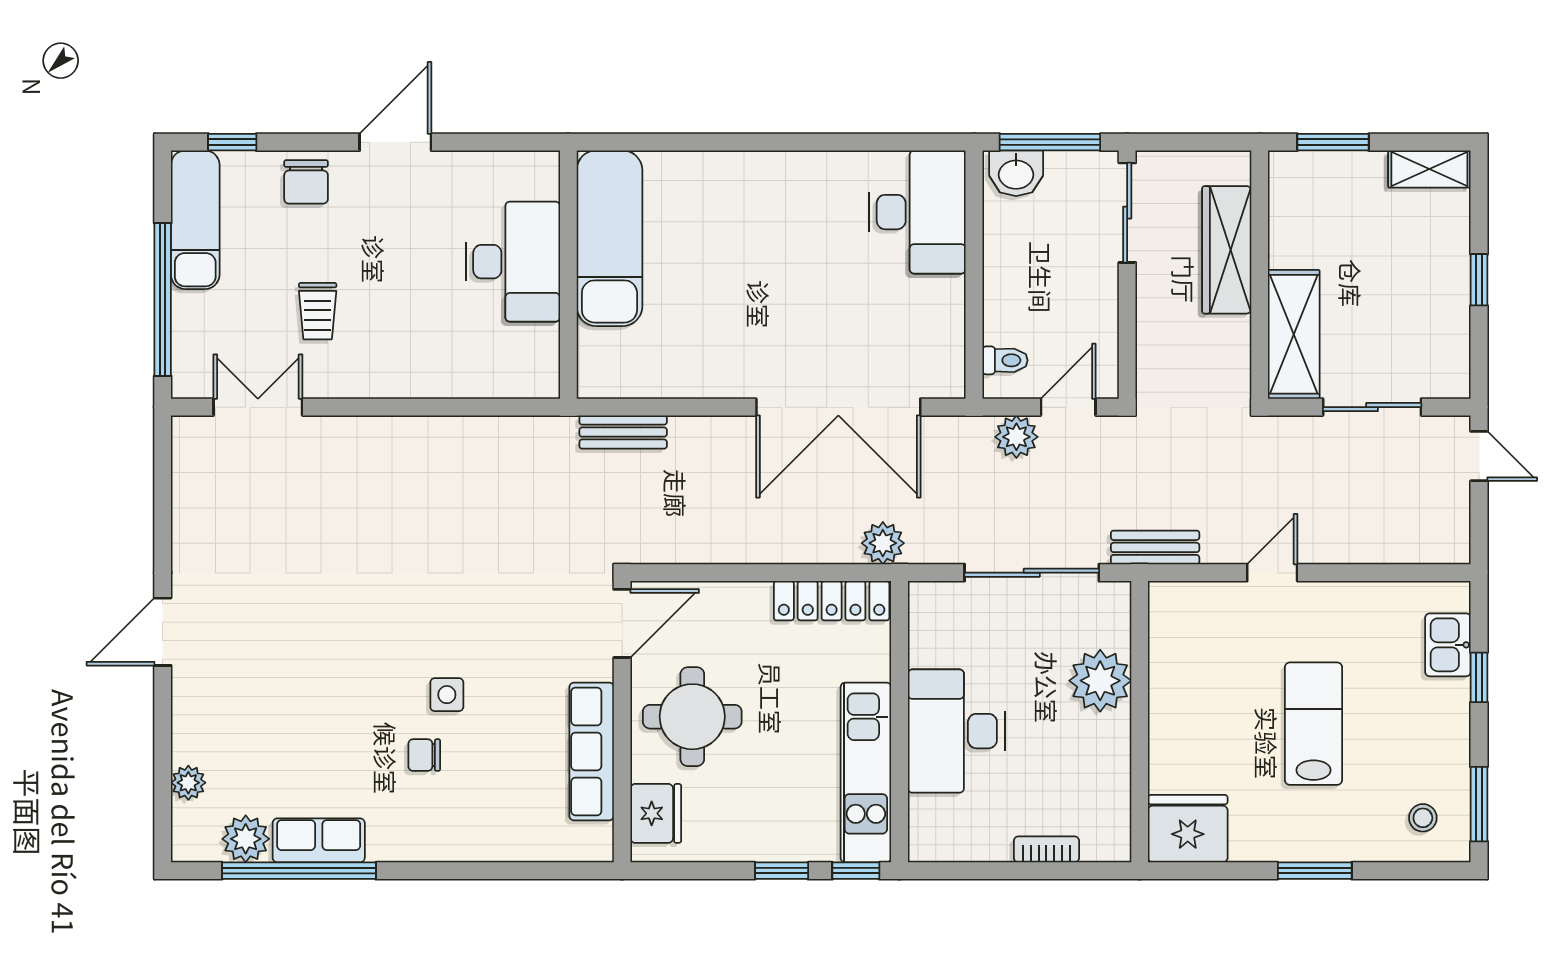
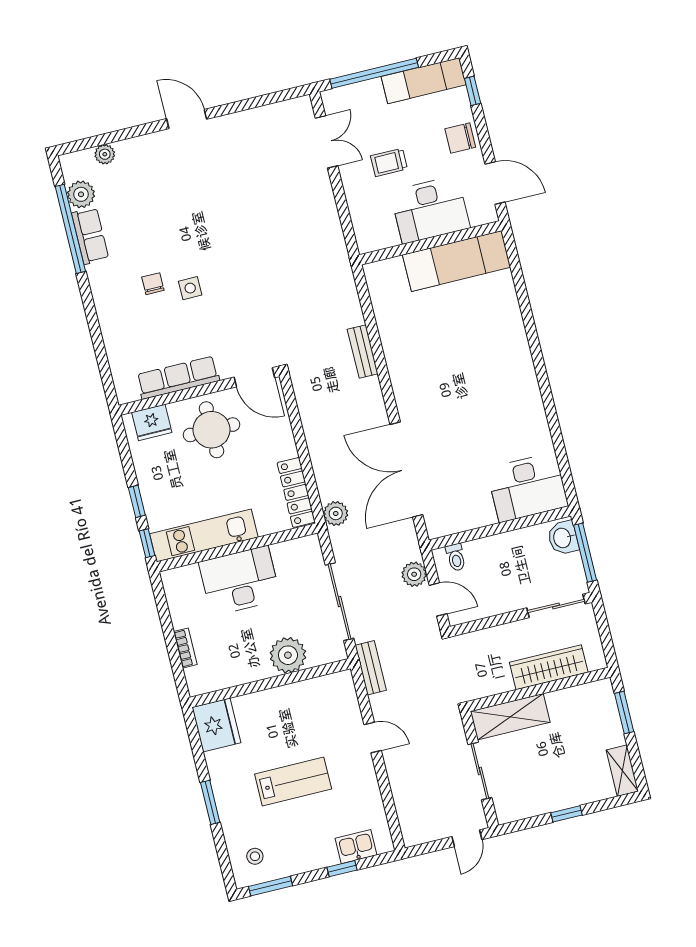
exam couch: (609, 238) -> (457, 261), moved
desk: (513, 262) -> (430, 210), moved
wall: (568, 275) -> (430, 243), moved

